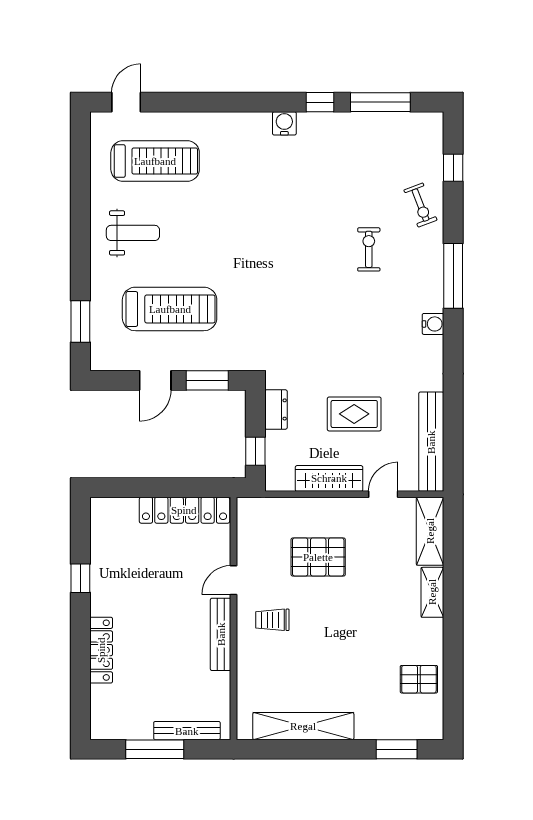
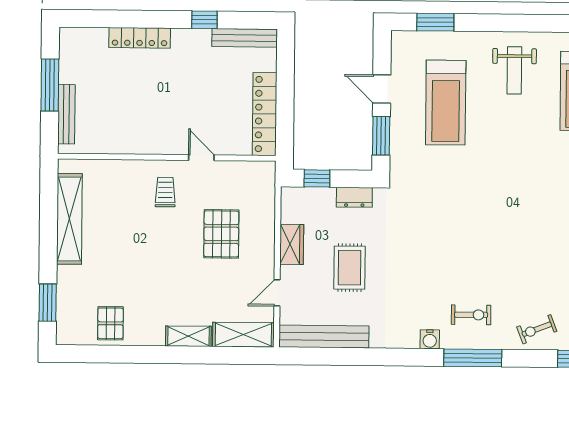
exercise bike: (369, 249) -> (471, 315), moved
wardrobe: (329, 478) -> (292, 244), width x0.67
door: (383, 494) -> (277, 293), swing flipped
bench: (221, 634) -> (245, 38), moved

